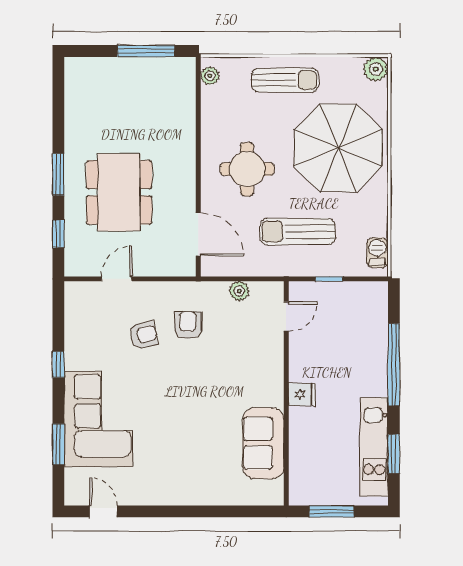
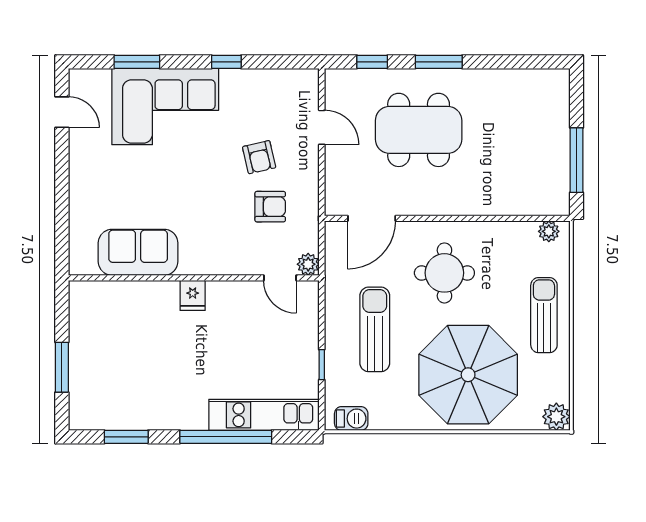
sun lounger: (285, 80) -> (544, 315), turned 180
door: (286, 316) -> (280, 278), moved
wall: (286, 393) -> (194, 278), moved
fridge: (302, 394) -> (193, 295), moved
sofa: (263, 443) -> (138, 252), moved
kitchen unit: (374, 447) -> (264, 415), moved
door: (103, 511) -> (62, 112), hinge flipped

